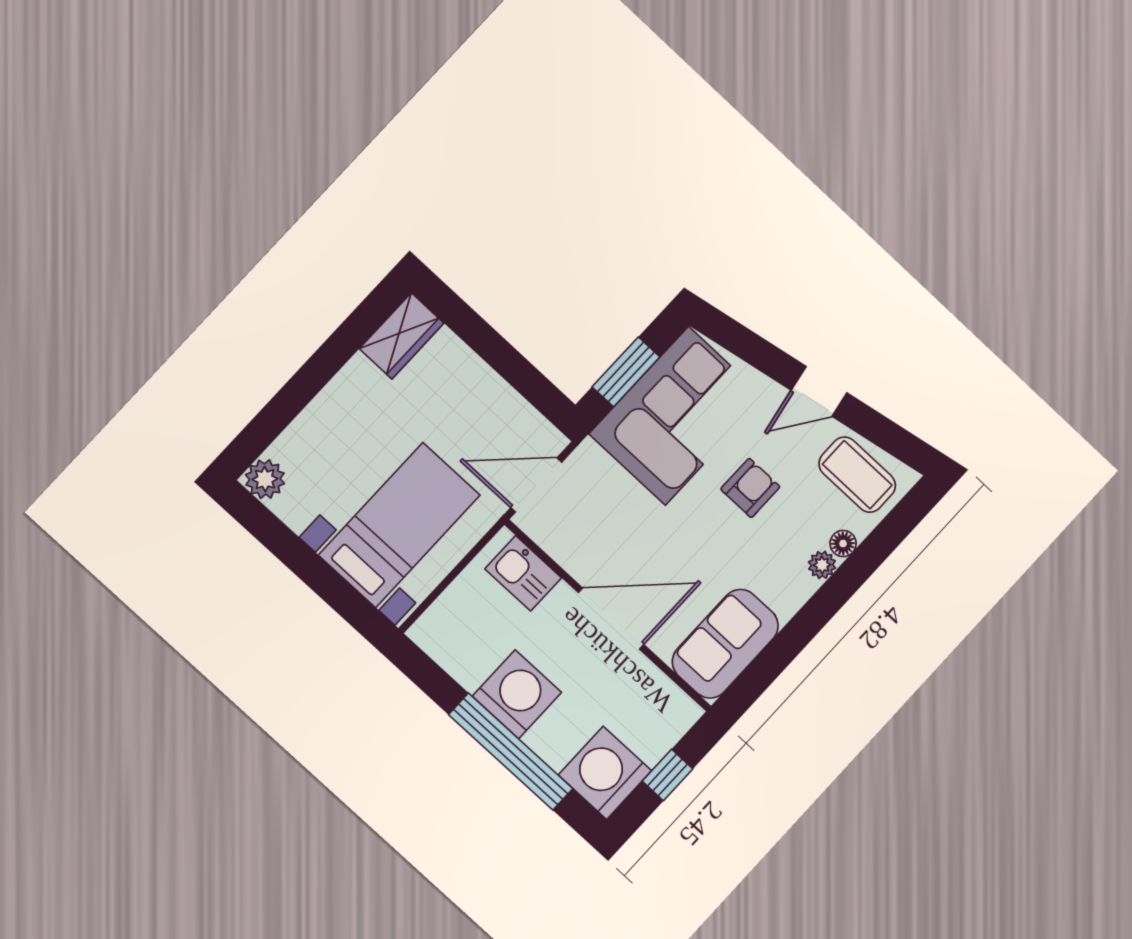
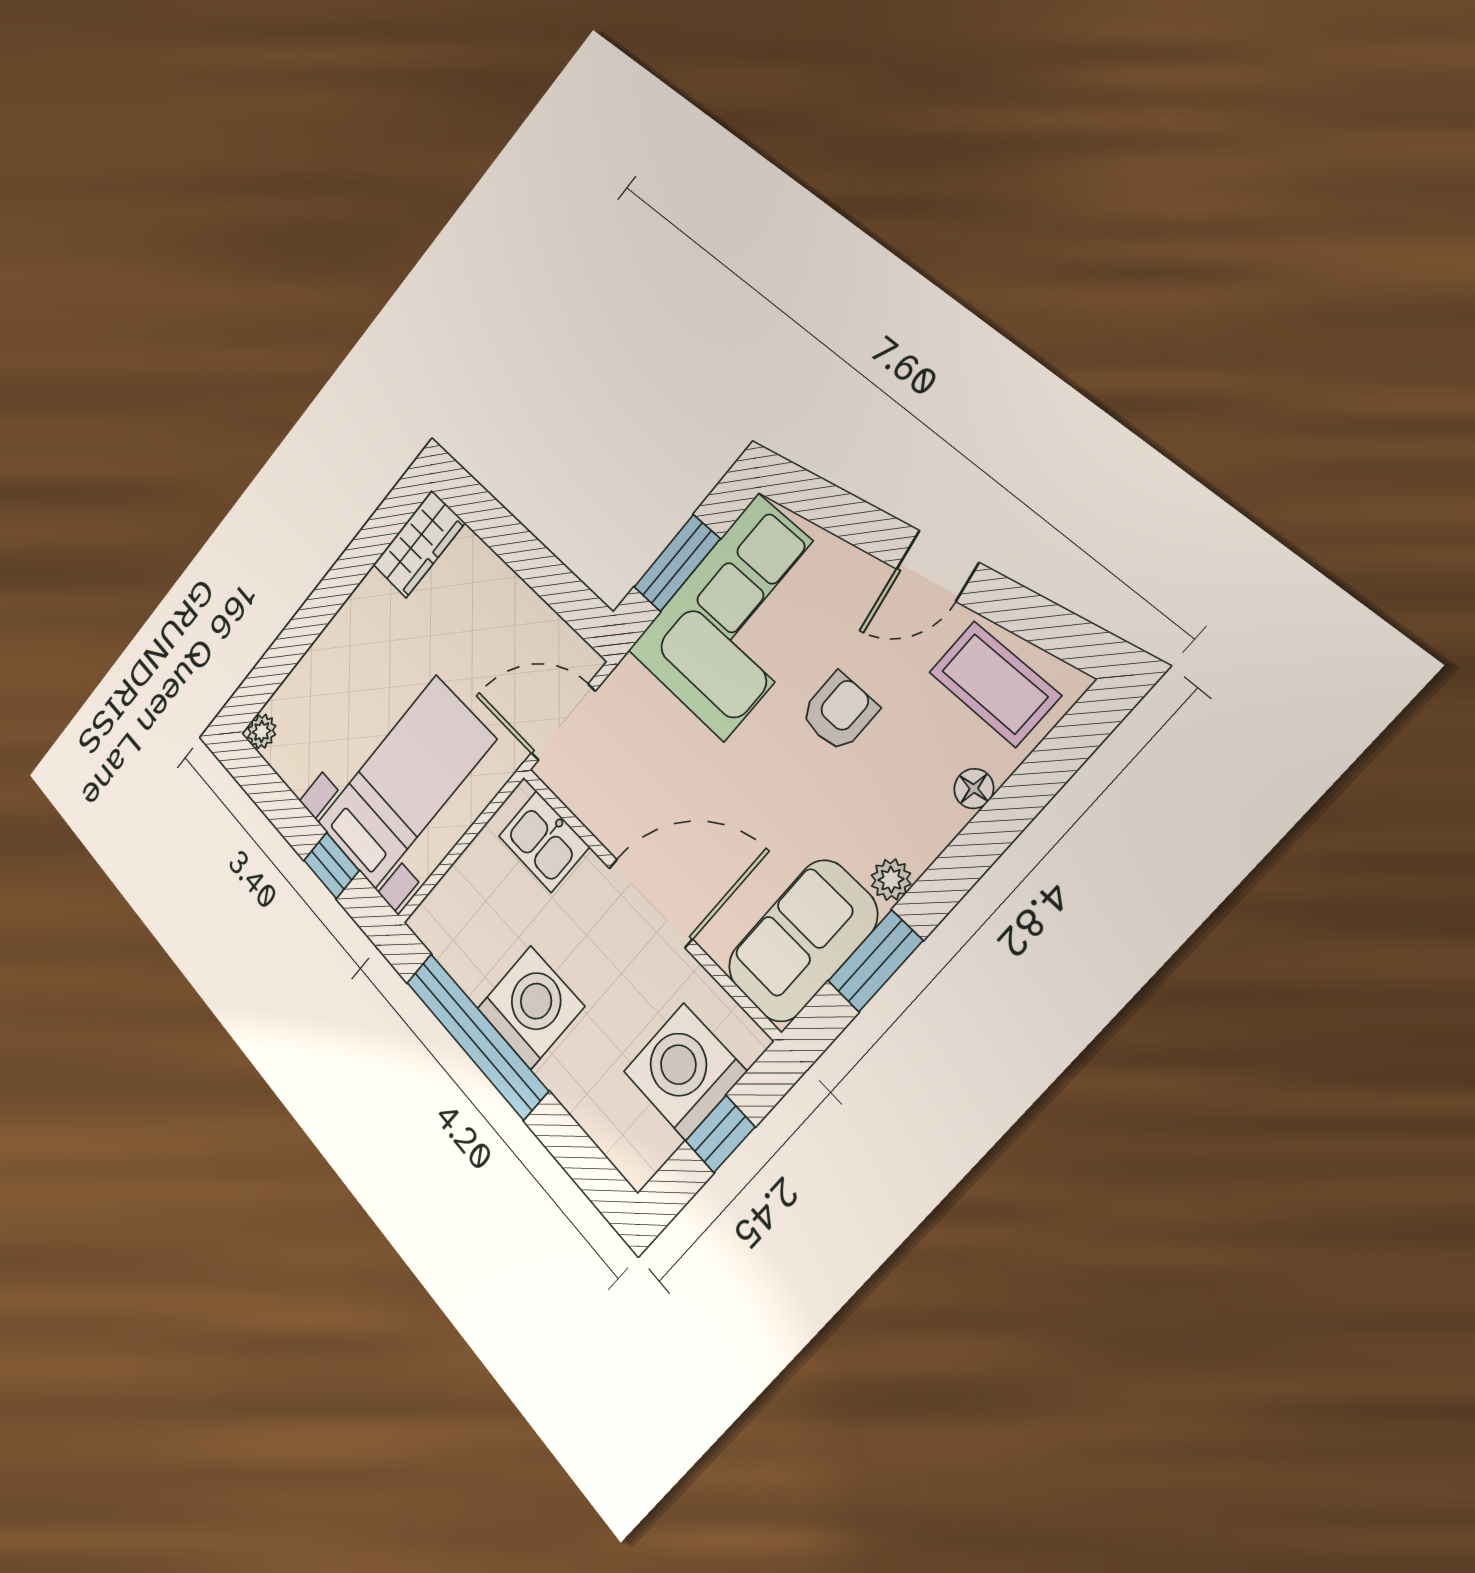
plant: (265, 479) -> (262, 731), width x0.73, depth x0.73
plant: (822, 565) -> (891, 880), moved
window: (334, 589) -> (331, 865), added
window: (777, 656) -> (875, 961), added
window: (511, 752) -> (476, 1036), moved
washing machine: (605, 773) -> (685, 1071), moved

